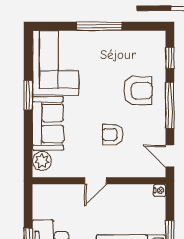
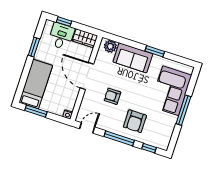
corner sofa: (56, 63) -> (171, 91), moved, turned 90
armchair: (113, 134) -> (113, 96), turned -90
door: (95, 181) -> (87, 76), width x1.88
wardrobe: (42, 201) -> (85, 38), added

